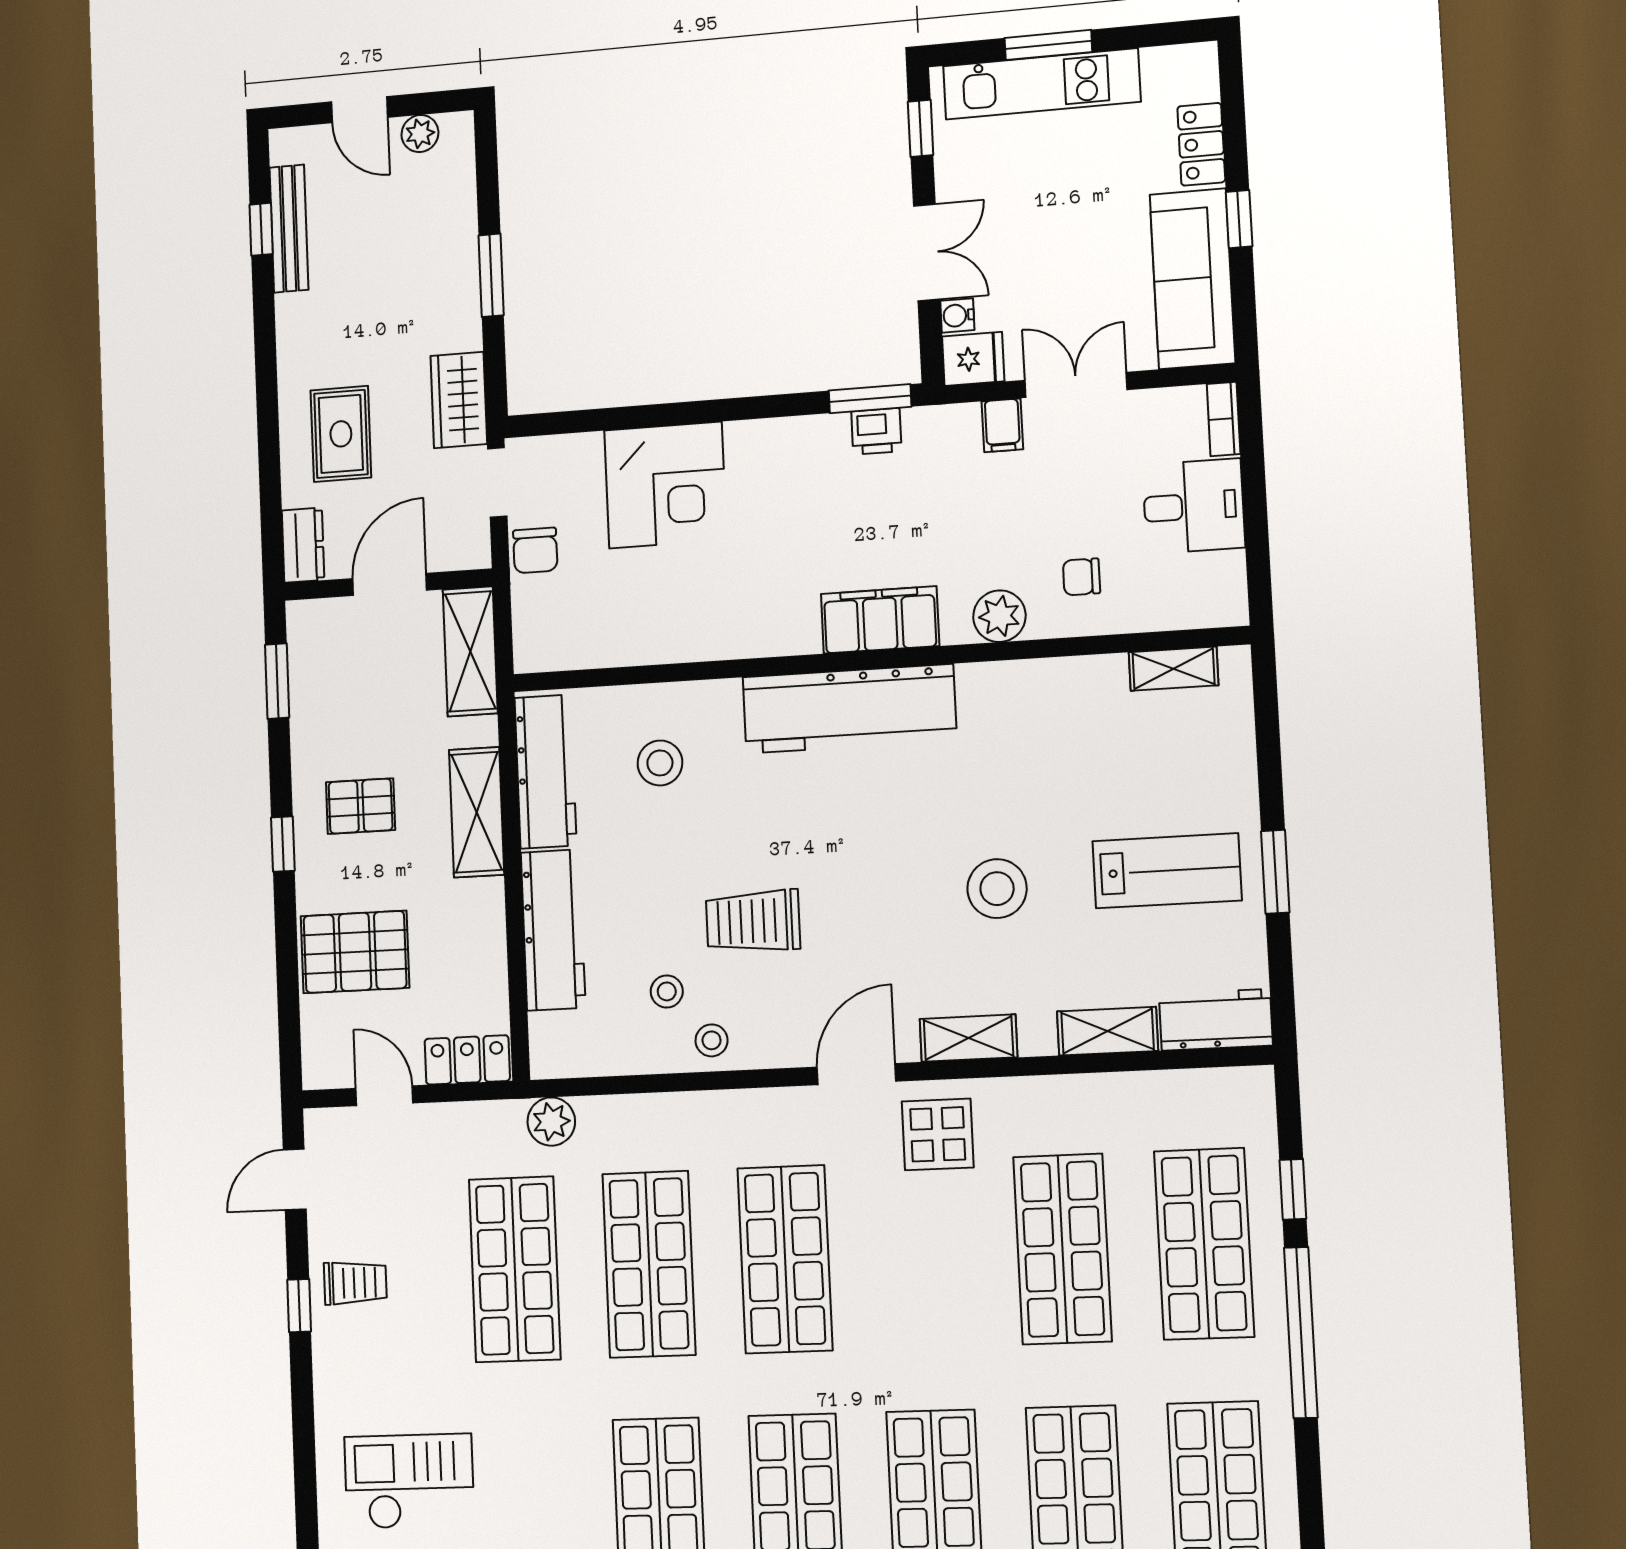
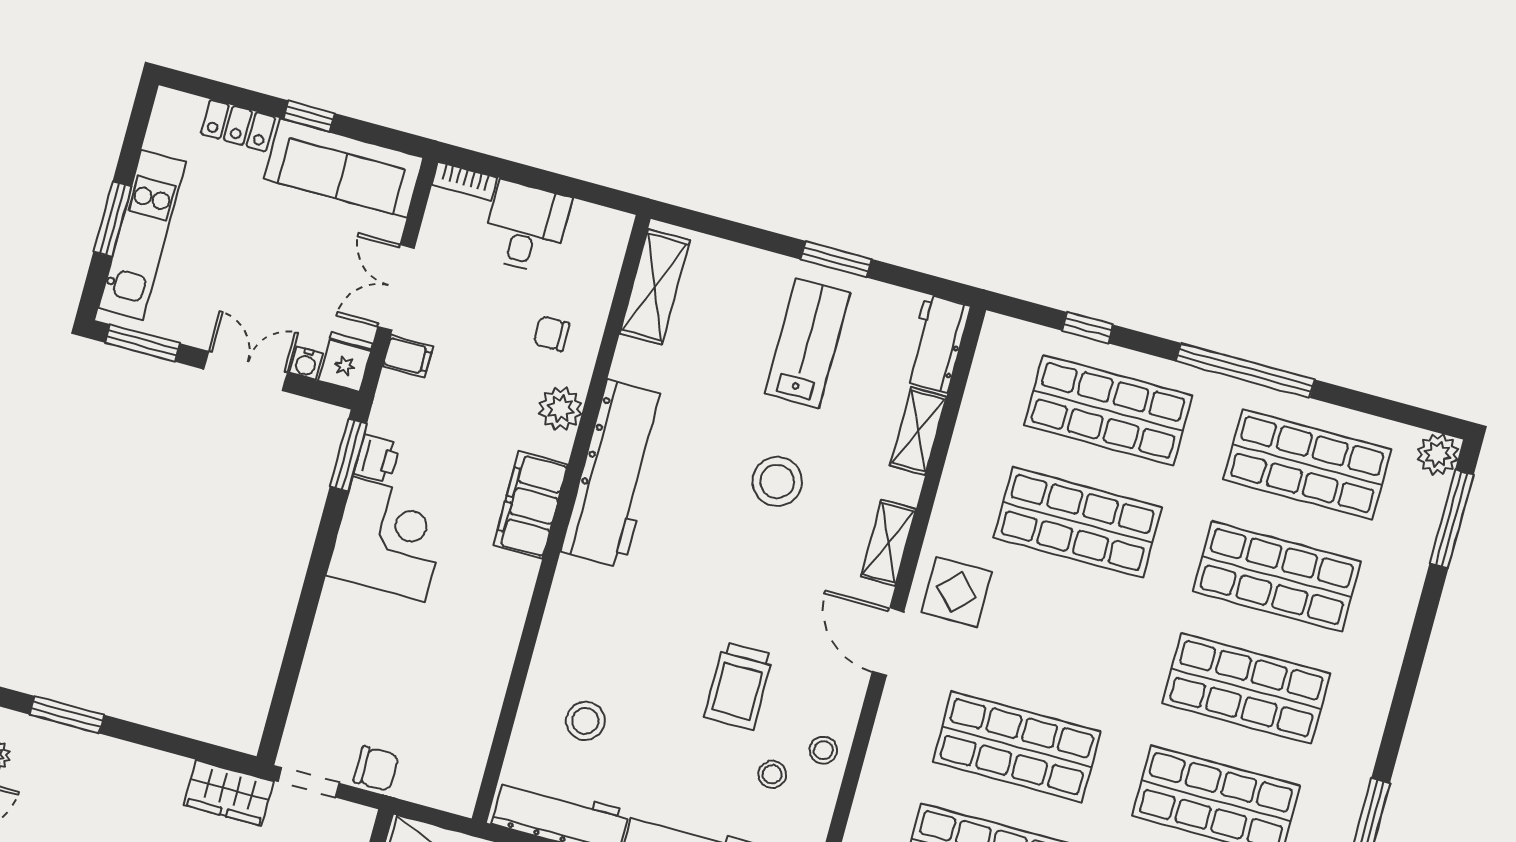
window: (921, 128) -> (142, 343), width x1.50
window: (491, 275) -> (67, 715), moved
corner desk: (665, 485) -> (389, 539), moved
chair: (1082, 577) -> (552, 334), turned 90
shelving: (1174, 669) -> (655, 287), width x1.50, depth x1.33
workbench: (849, 709) -> (615, 474), moved
window: (1301, 1333) -> (1245, 370), moved

